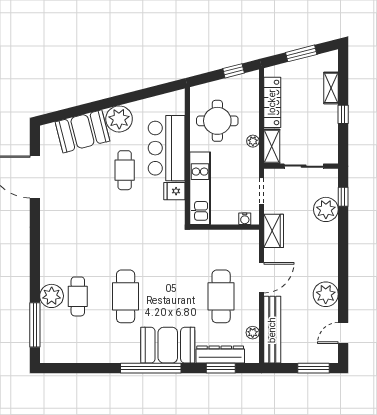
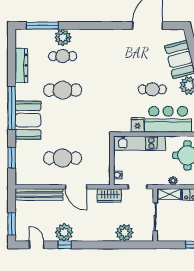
window: (343, 197) -> (65, 245), moved
plant: (253, 333) -> (37, 180), removed
dresser: (220, 355) -> (21, 65), moved

